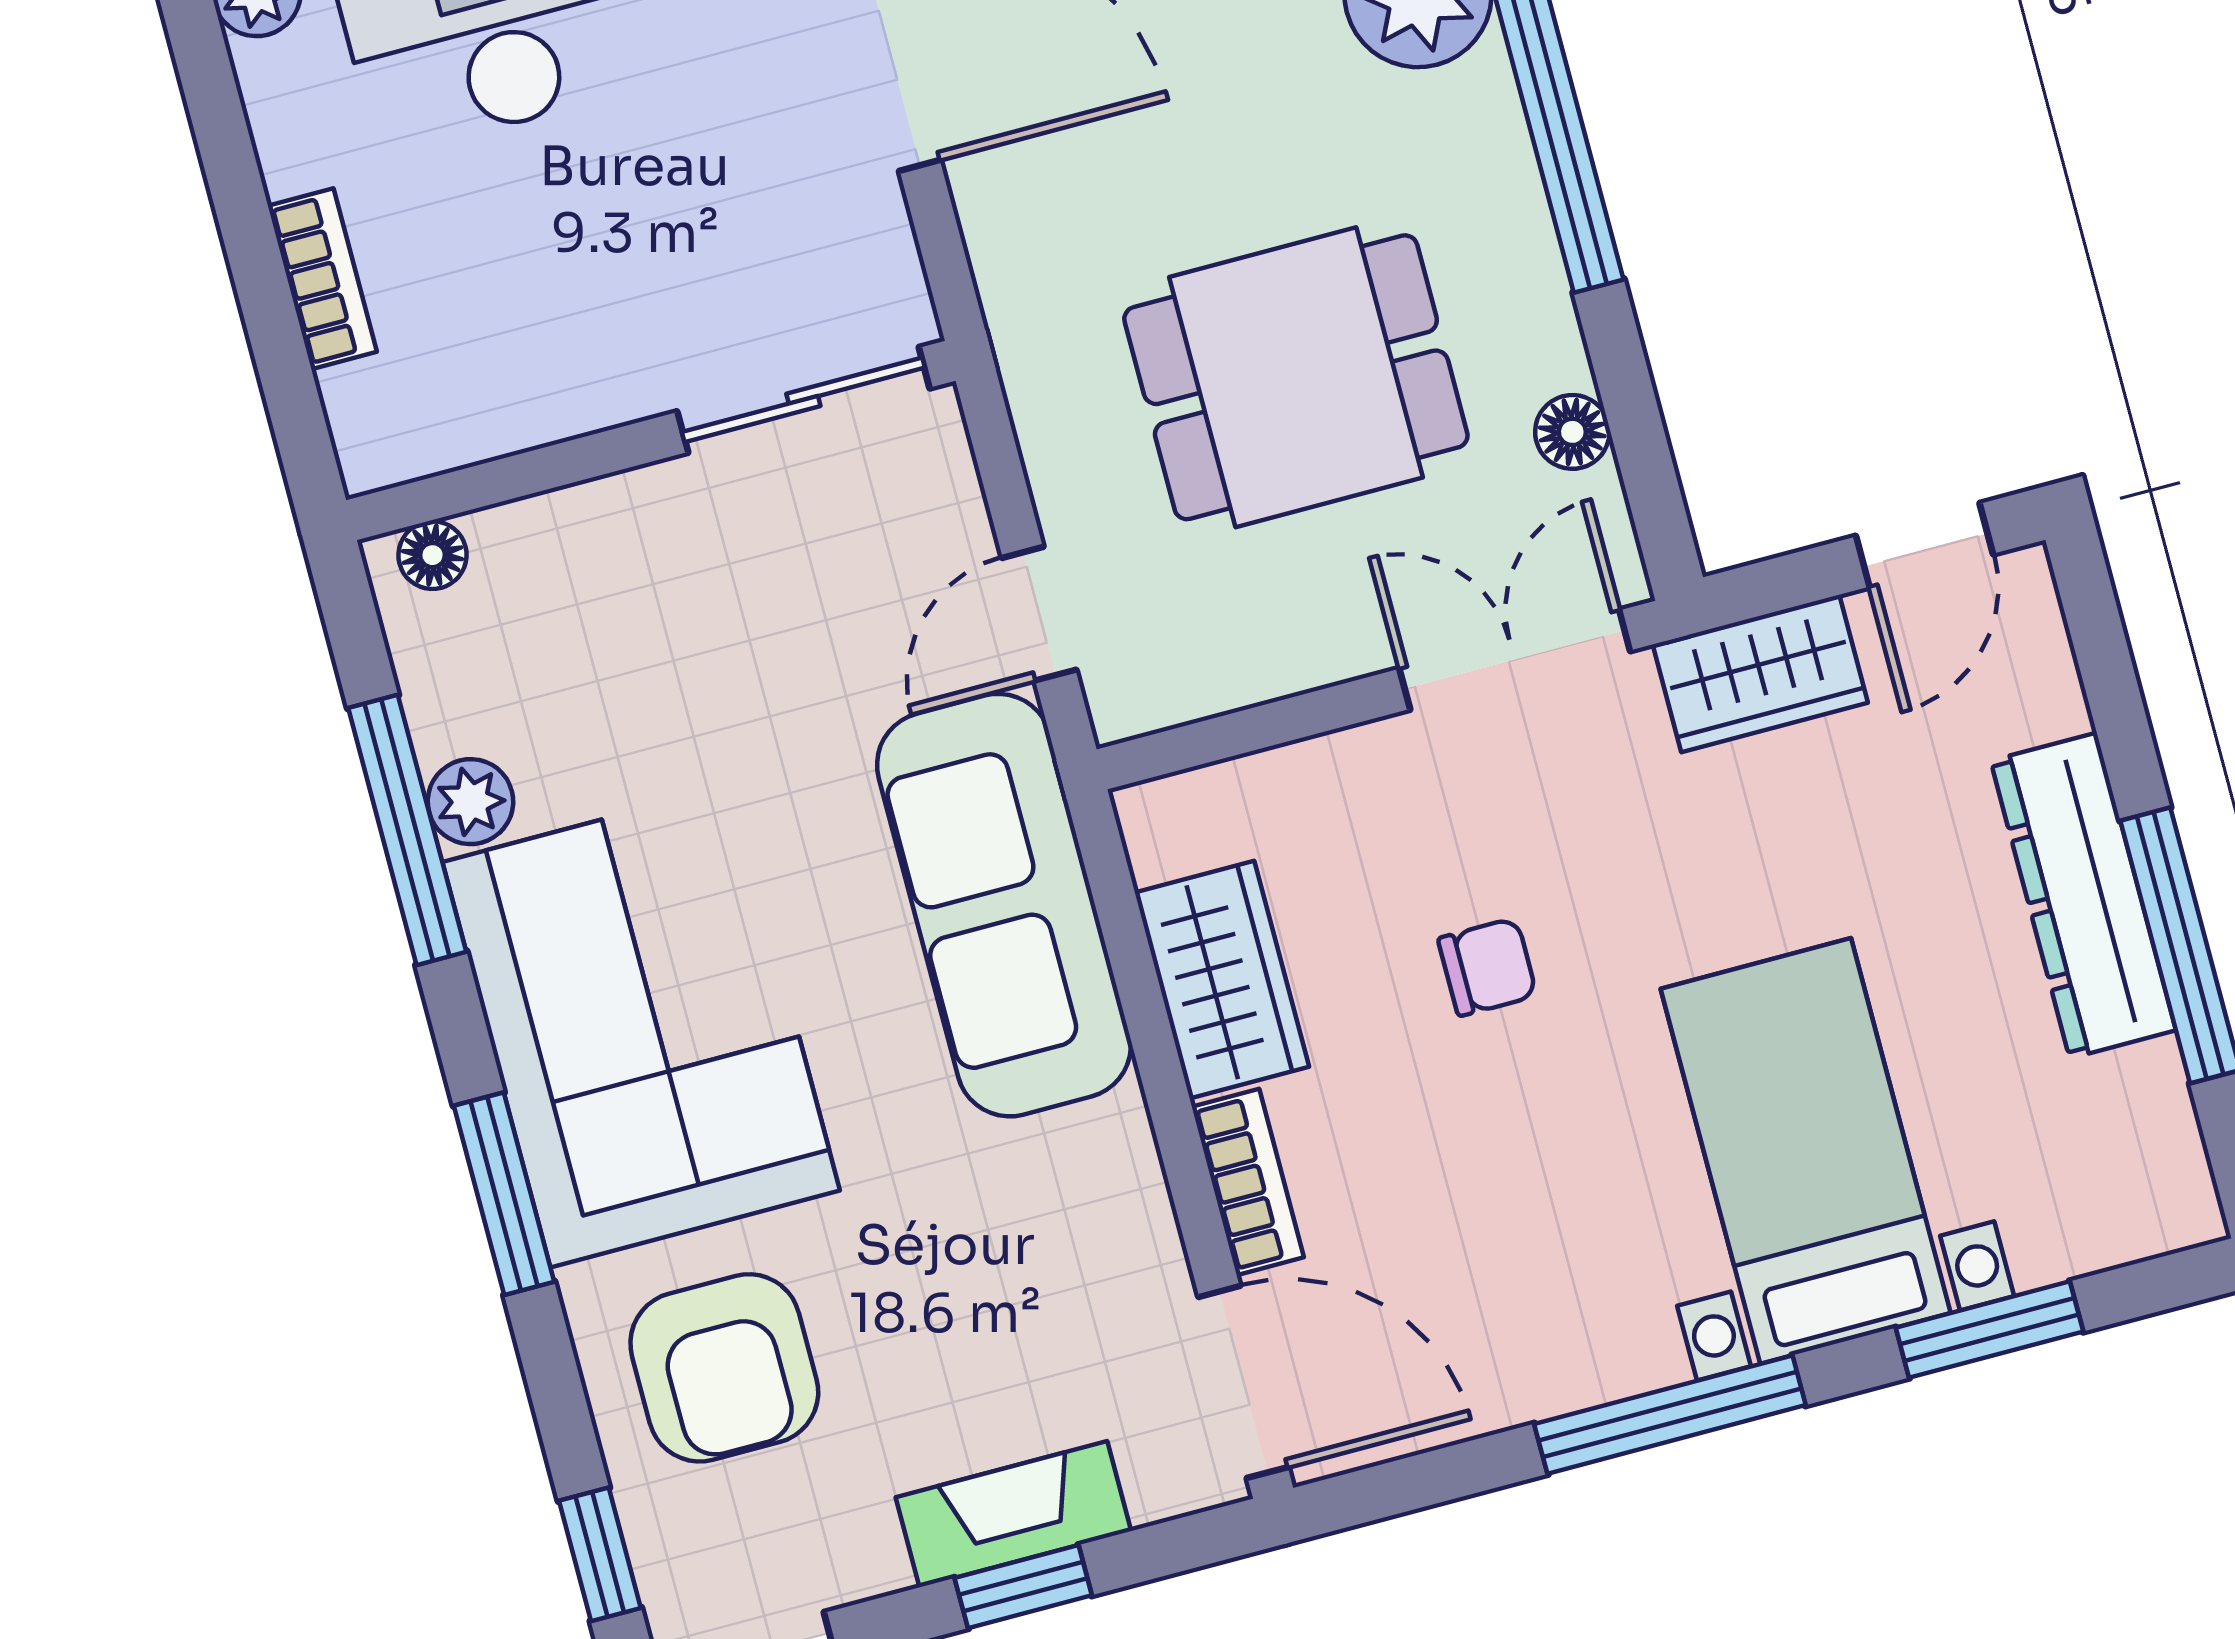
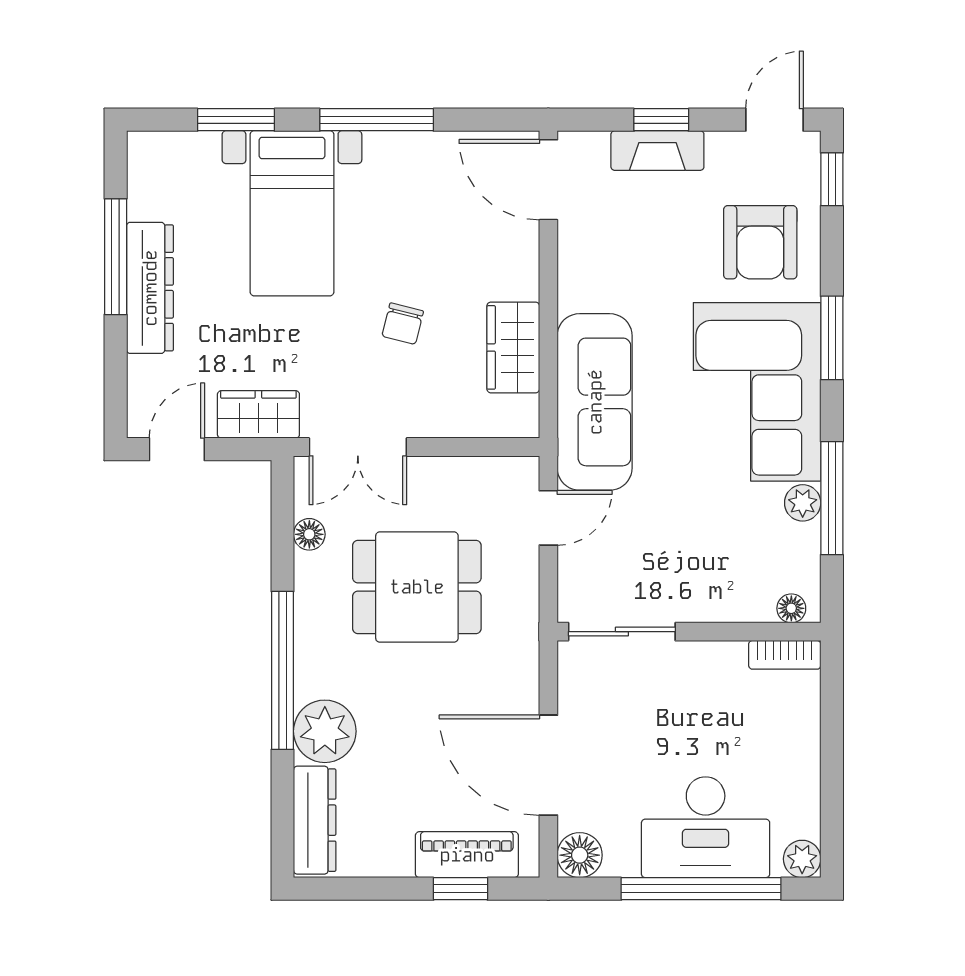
bookcase: (322, 279) -> (785, 655), moved, turned -90
chair: (1487, 967) -> (403, 324), turned -76
bookcase: (1248, 1182) -> (525, 261), removed
armchair: (724, 1368) -> (760, 242), turned 180

